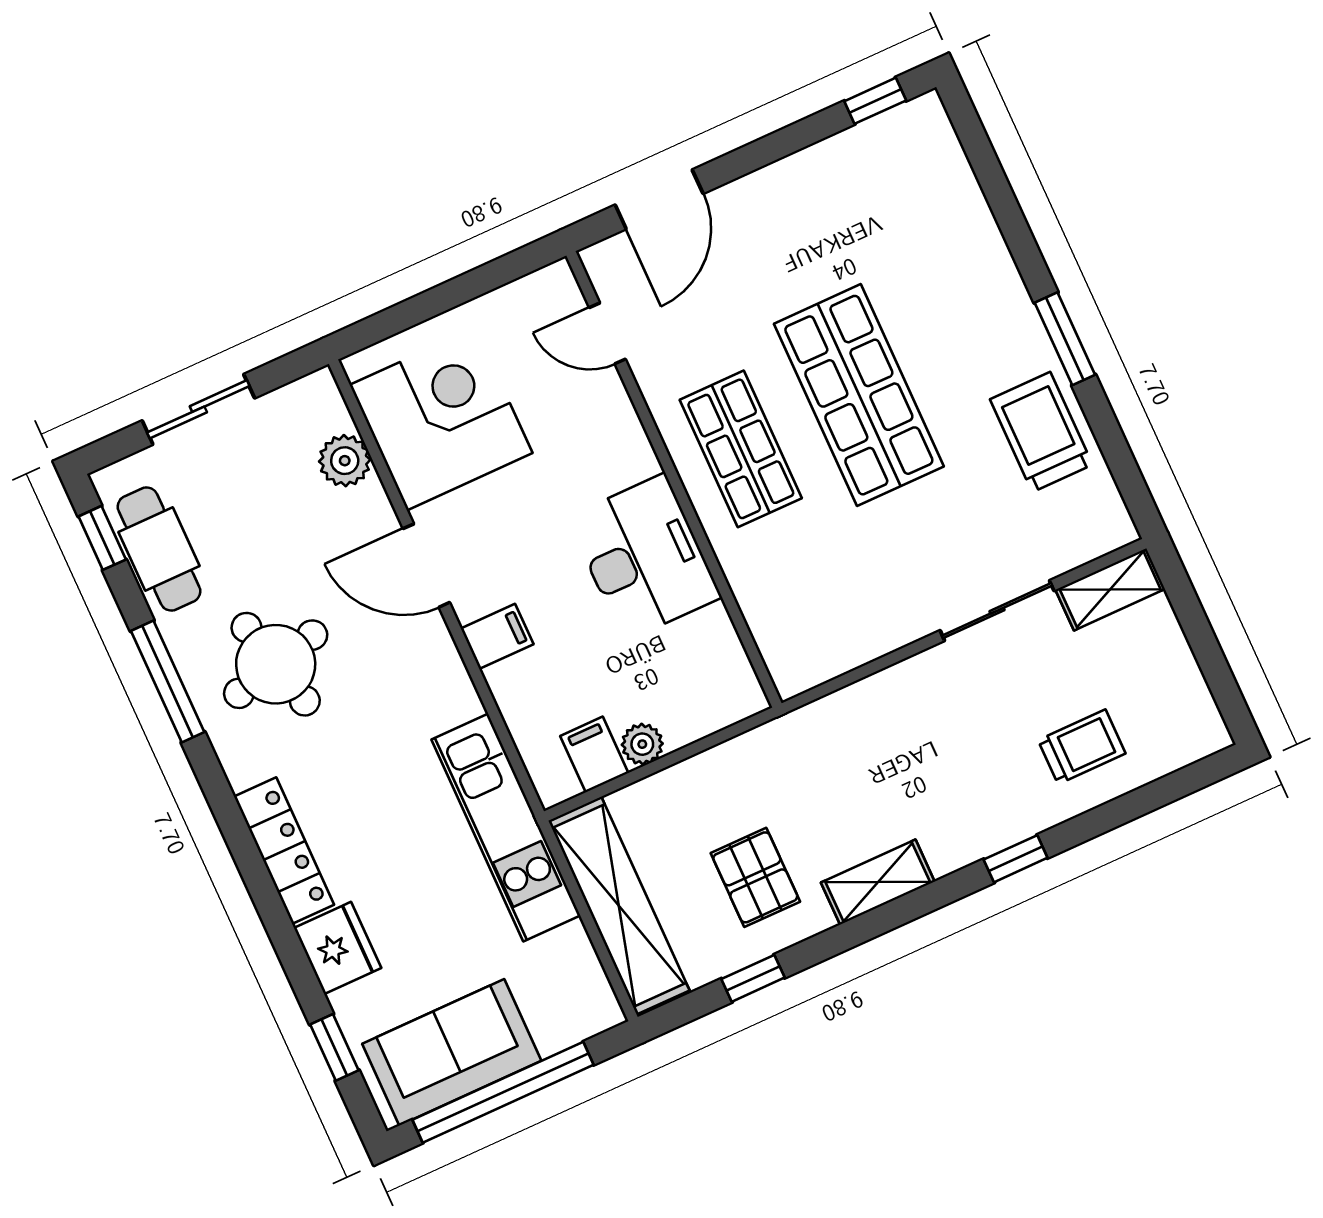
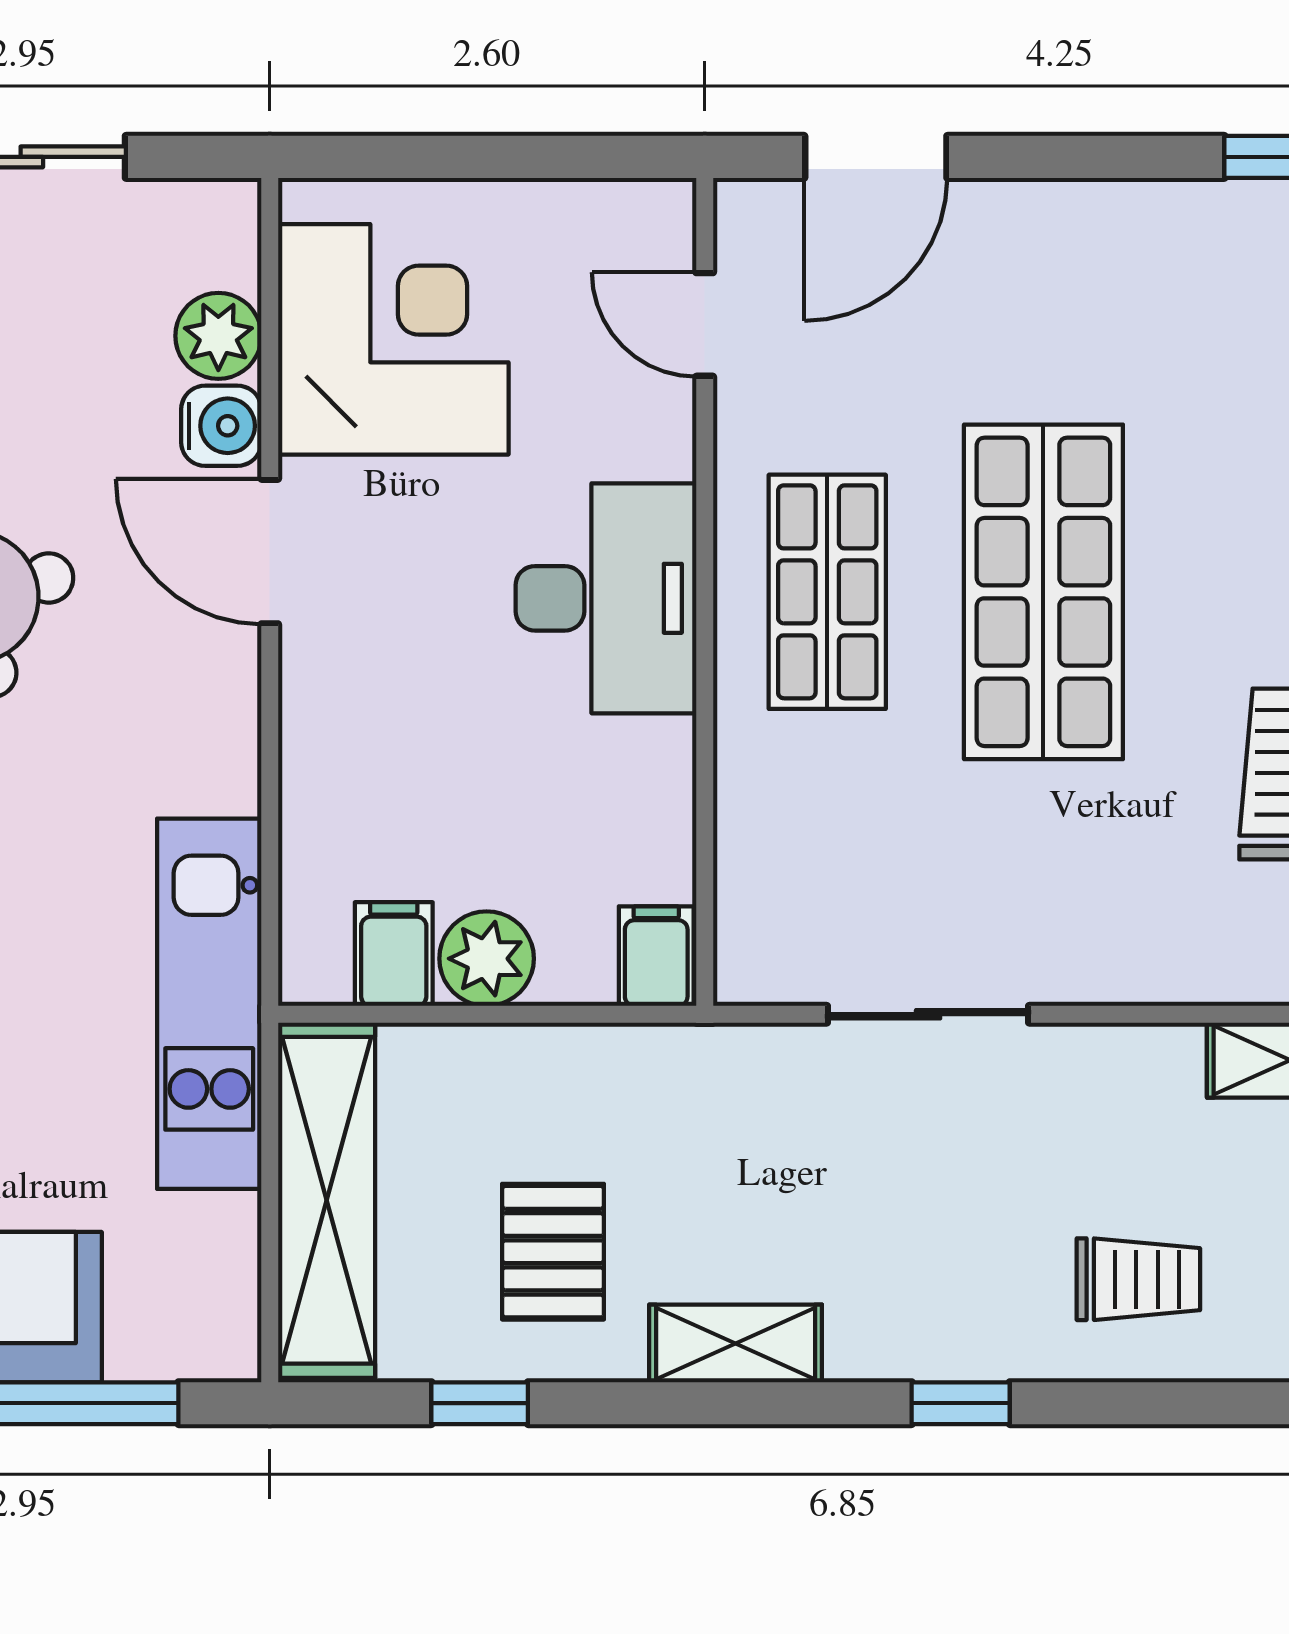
water cooler: (369, 509) -> (221, 426), added
desk: (644, 557) -> (606, 598), moved
sliding door: (997, 611) -> (928, 1014), moved
filing cabinet: (497, 636) -> (656, 956), moved, turned -90
plant: (642, 744) -> (487, 959), width x1.38, depth x1.38

